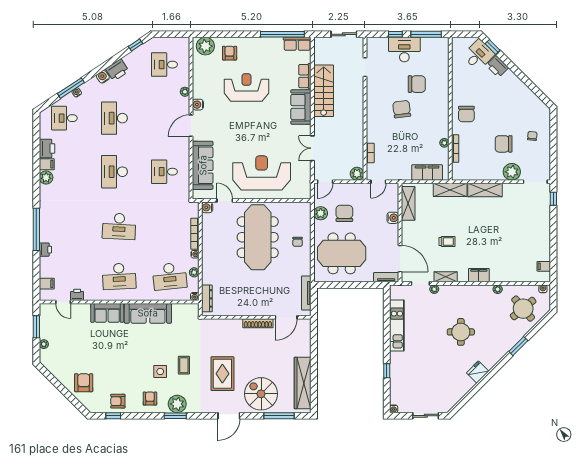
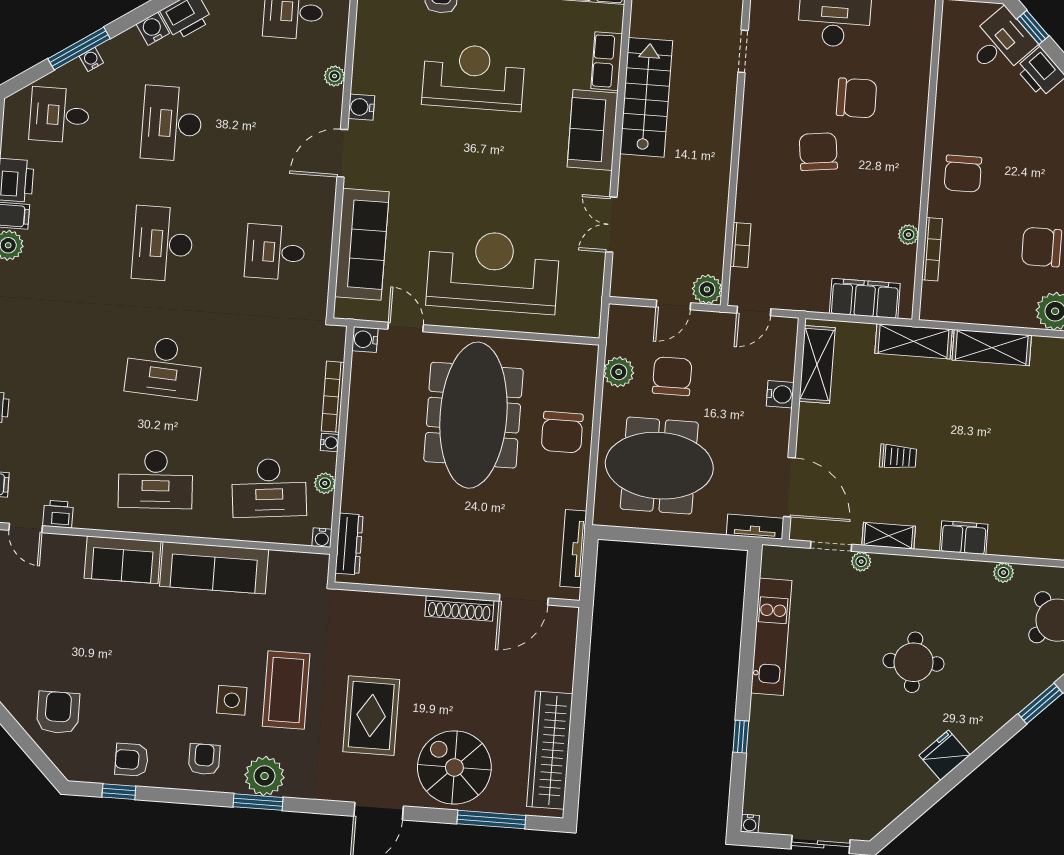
door: (325, 182) -> (673, 305), moved
chair: (298, 242) -> (562, 432), width x1.87, depth x1.87
coffee table: (184, 365) -> (286, 690), width x1.86, depth x1.72

